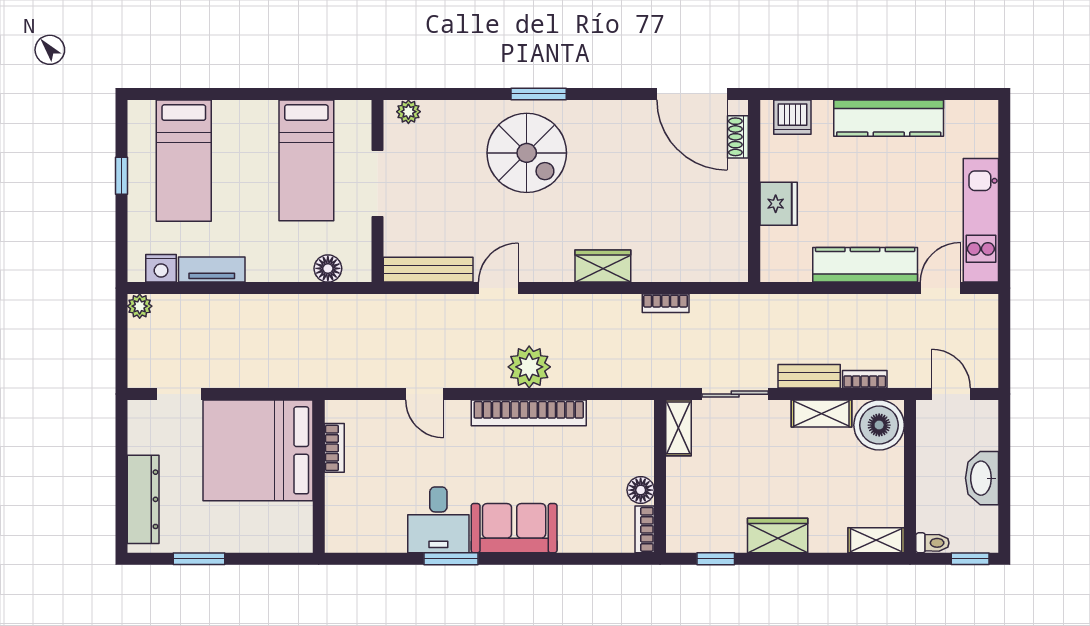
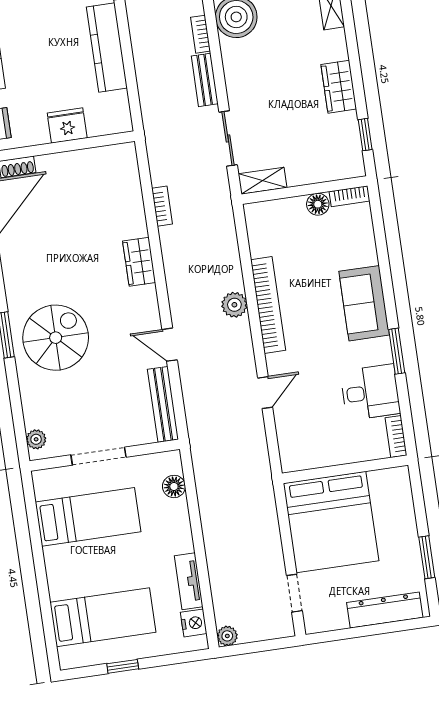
plant: (529, 367) -> (234, 305), width x0.73, depth x0.73
shelving: (821, 413) -> (234, 65), removed
bookcase: (334, 448) -> (396, 436), moved, turned -90
desk: (438, 520) -> (370, 392), moved

